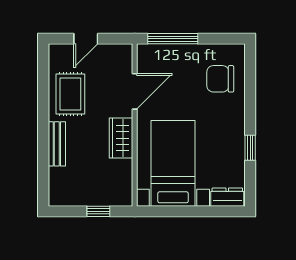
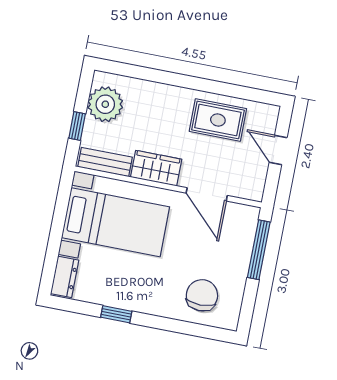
bench: (57, 144) -> (105, 162), moved
plant: (76, 191) -> (105, 104), added

